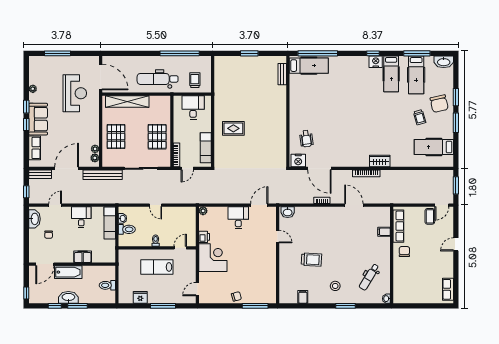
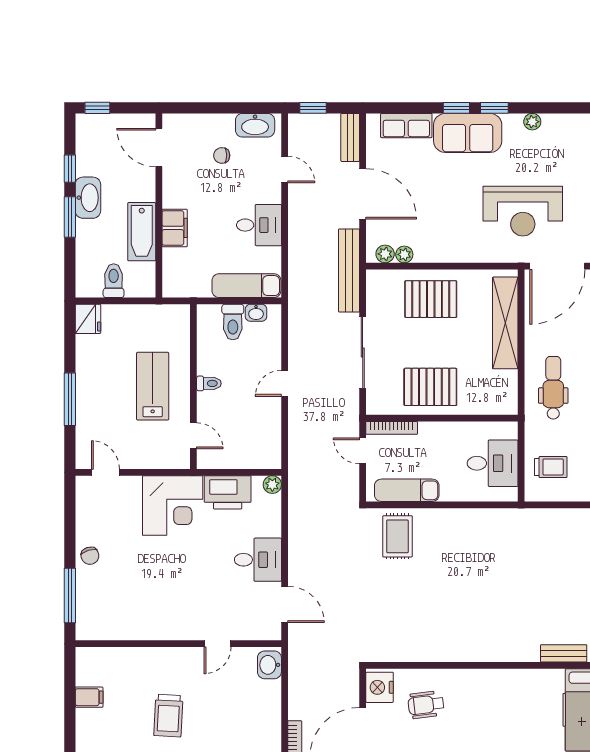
dental chair: (158, 79) -> (553, 388), width x0.73, depth x0.72
rug: (233, 128) -> (397, 536), moved
printer: (204, 237) -> (228, 492), width x1.87, depth x1.48
bathtub: (68, 272) -> (142, 232), moved
fridge: (140, 297) -> (88, 319), moved

